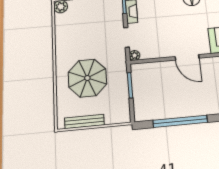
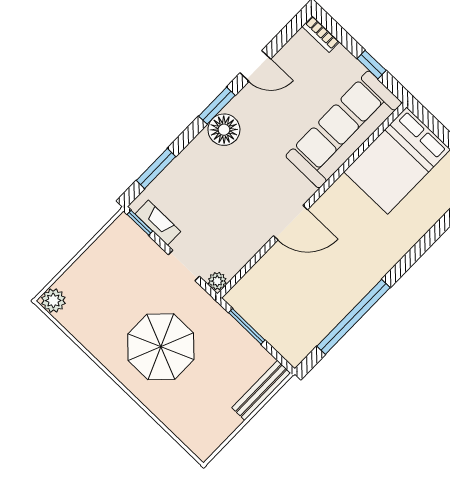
parasol: (87, 78) -> (161, 347), moved
bench: (84, 121) -> (261, 390), moved

